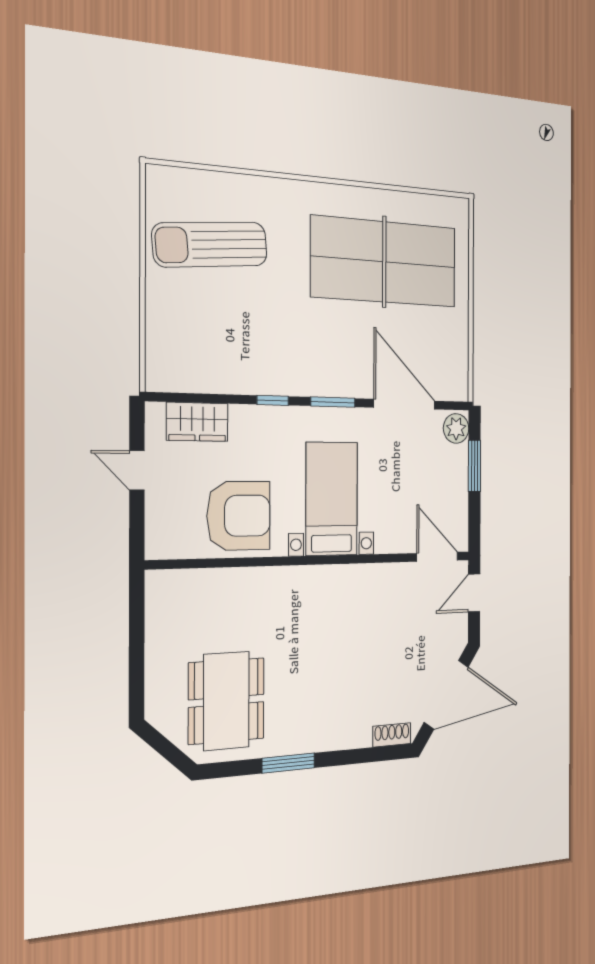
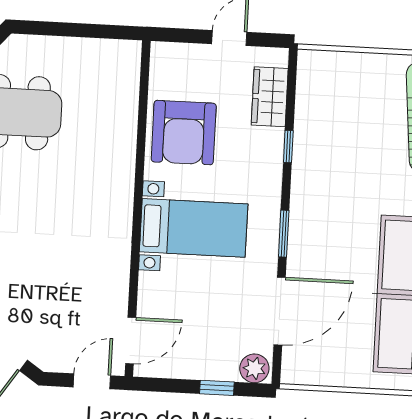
window: (273, 400) -> (288, 146), moved
window: (474, 466) -> (217, 388), width x0.67
door: (474, 593) -> (92, 381), hinge flipped

